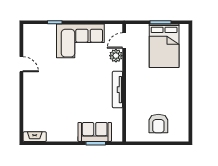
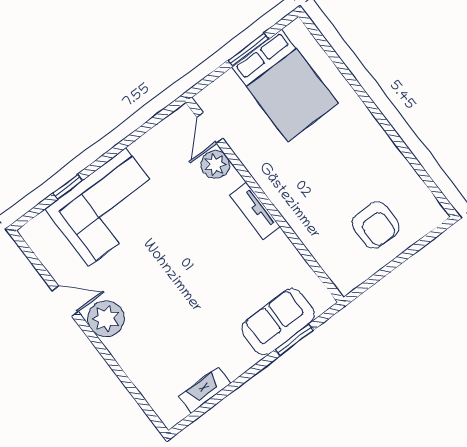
corner sofa: (80, 41) -> (107, 207), moved
plant: (32, 82) -> (106, 319), added
tv unit: (117, 90) -> (255, 211), width x0.71
fireplace: (35, 137) -> (205, 390), moved

